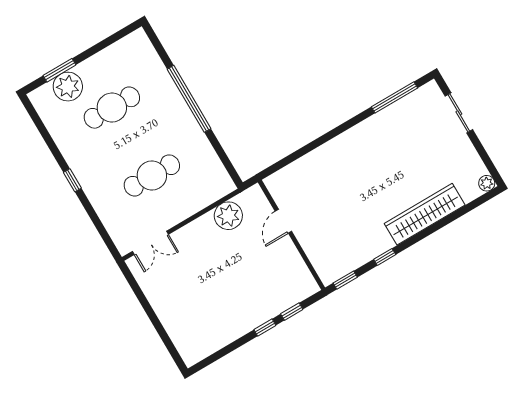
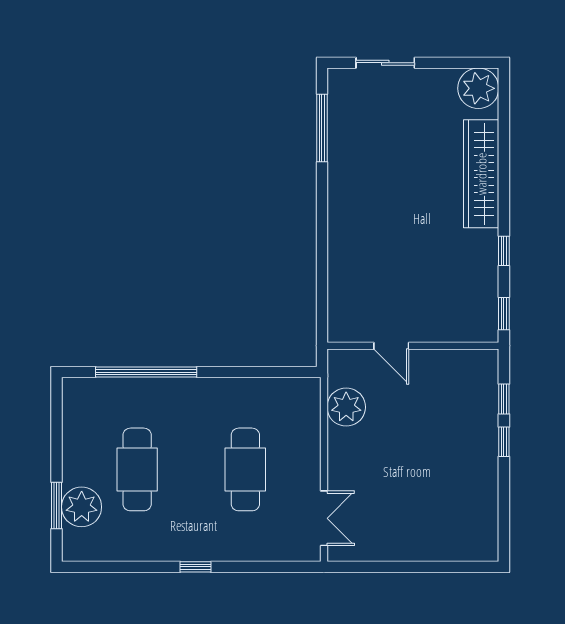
window: (189, 99) -> (146, 372), moved
plant: (487, 183) -> (478, 88), width x1.88, depth x1.88

